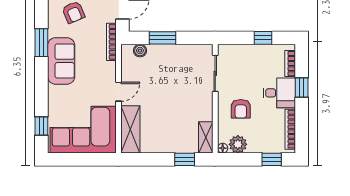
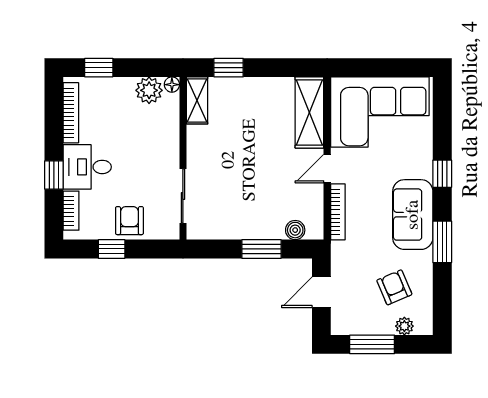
bookcase: (111, 42) -> (338, 212), moved
armchair: (241, 109) -> (129, 221), moved
window: (41, 126) -> (442, 174), moved

